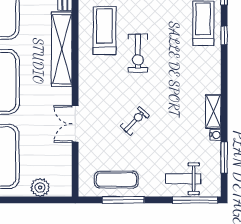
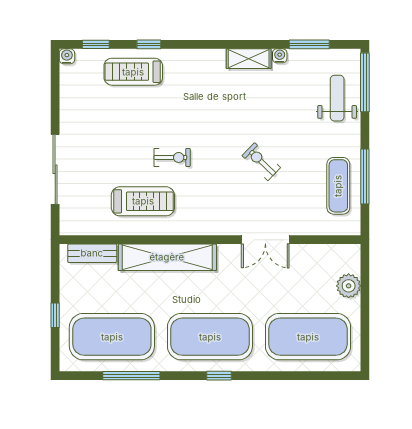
treadmill: (105, 31) -> (143, 201), turned 180
exercise bike: (138, 53) -> (172, 157), width x0.73, depth x0.72
weight bench: (183, 179) -> (337, 98), turned 180

